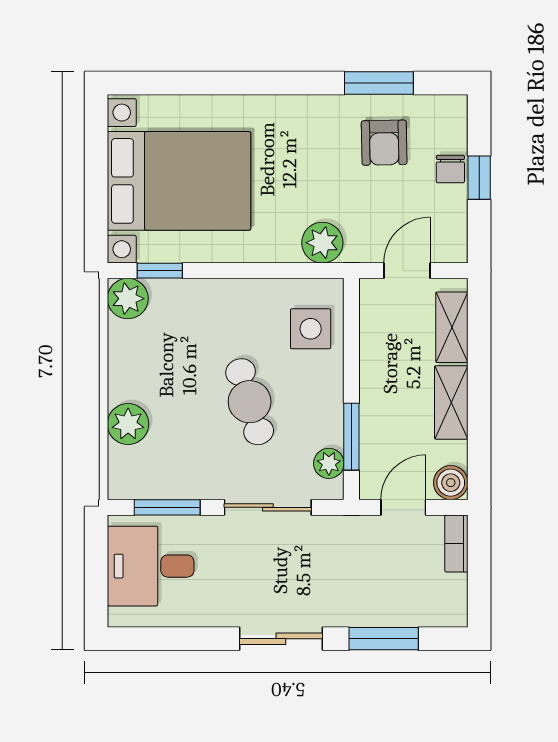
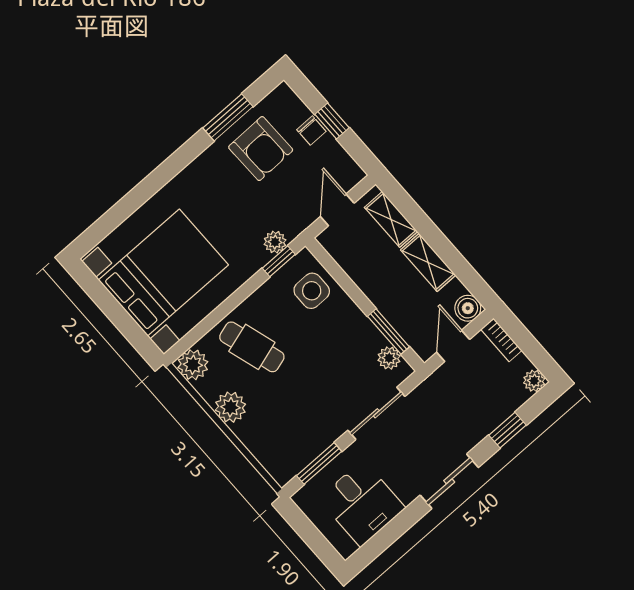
armchair: (384, 143) -> (261, 149), width x1.38, depth x1.38
plant: (322, 243) -> (275, 242), width x0.73, depth x0.73
window: (160, 271) -> (279, 261), moved
cafe table: (250, 402) -> (252, 347), moved
plant: (128, 424) -> (230, 407), moved
desk: (151, 566) -> (362, 503), moved, turned -90
plant: (453, 613) -> (534, 381), added
window: (384, 639) -> (507, 430), width x0.67

